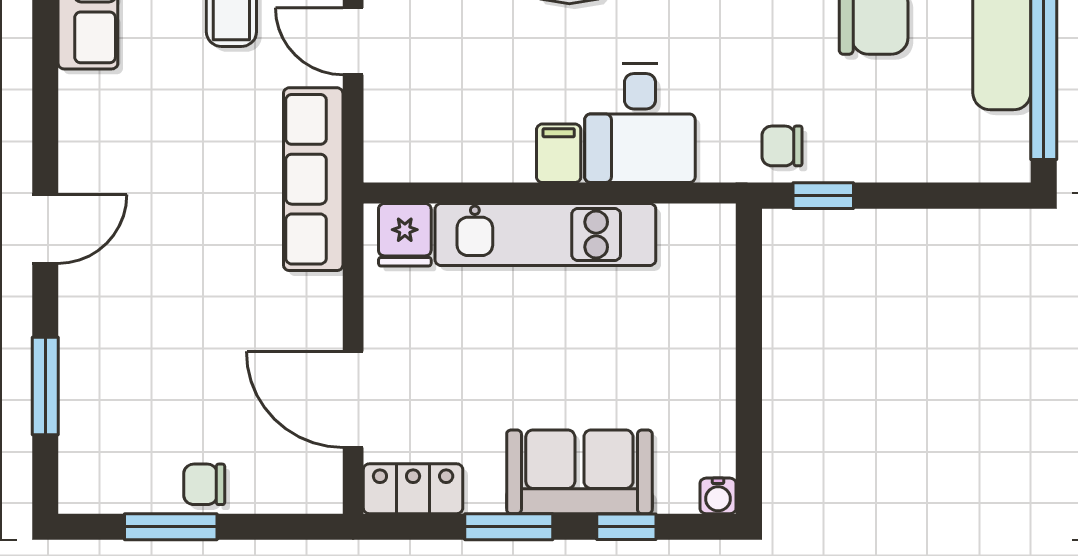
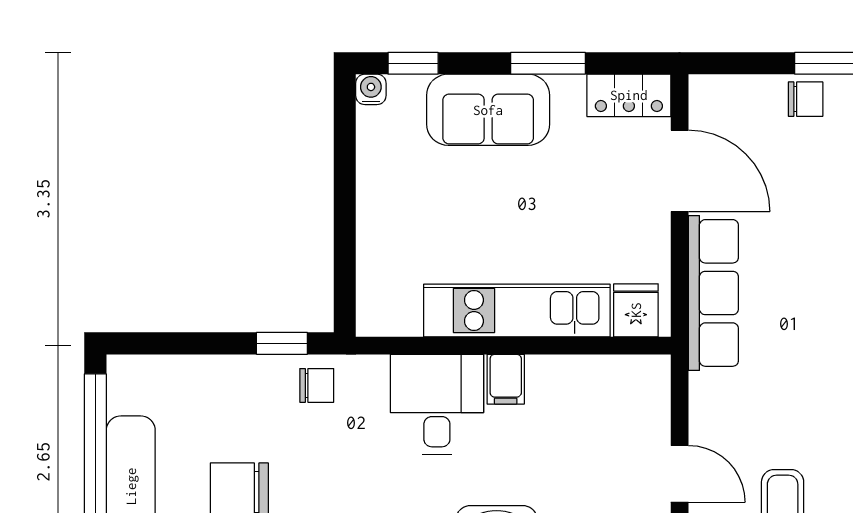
row of seats: (313, 179) -> (713, 293), moved
window: (626, 527) -> (413, 63), moved

